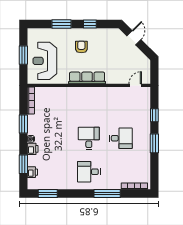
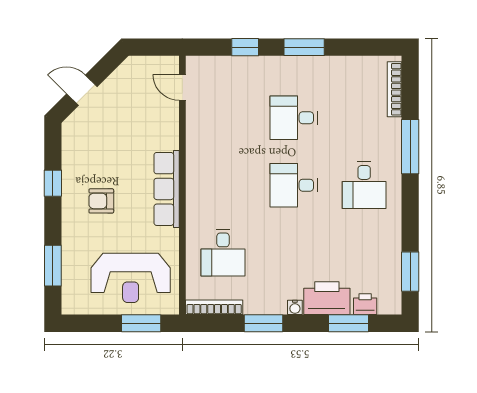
window: (62, 24) -> (53, 266), moved
window: (23, 55) -> (141, 323), moved
desk: (57, 105) -> (223, 253), added
desk: (121, 138) -> (294, 118), turned -90
printer: (33, 149) -> (327, 298), width x1.87, depth x1.48

